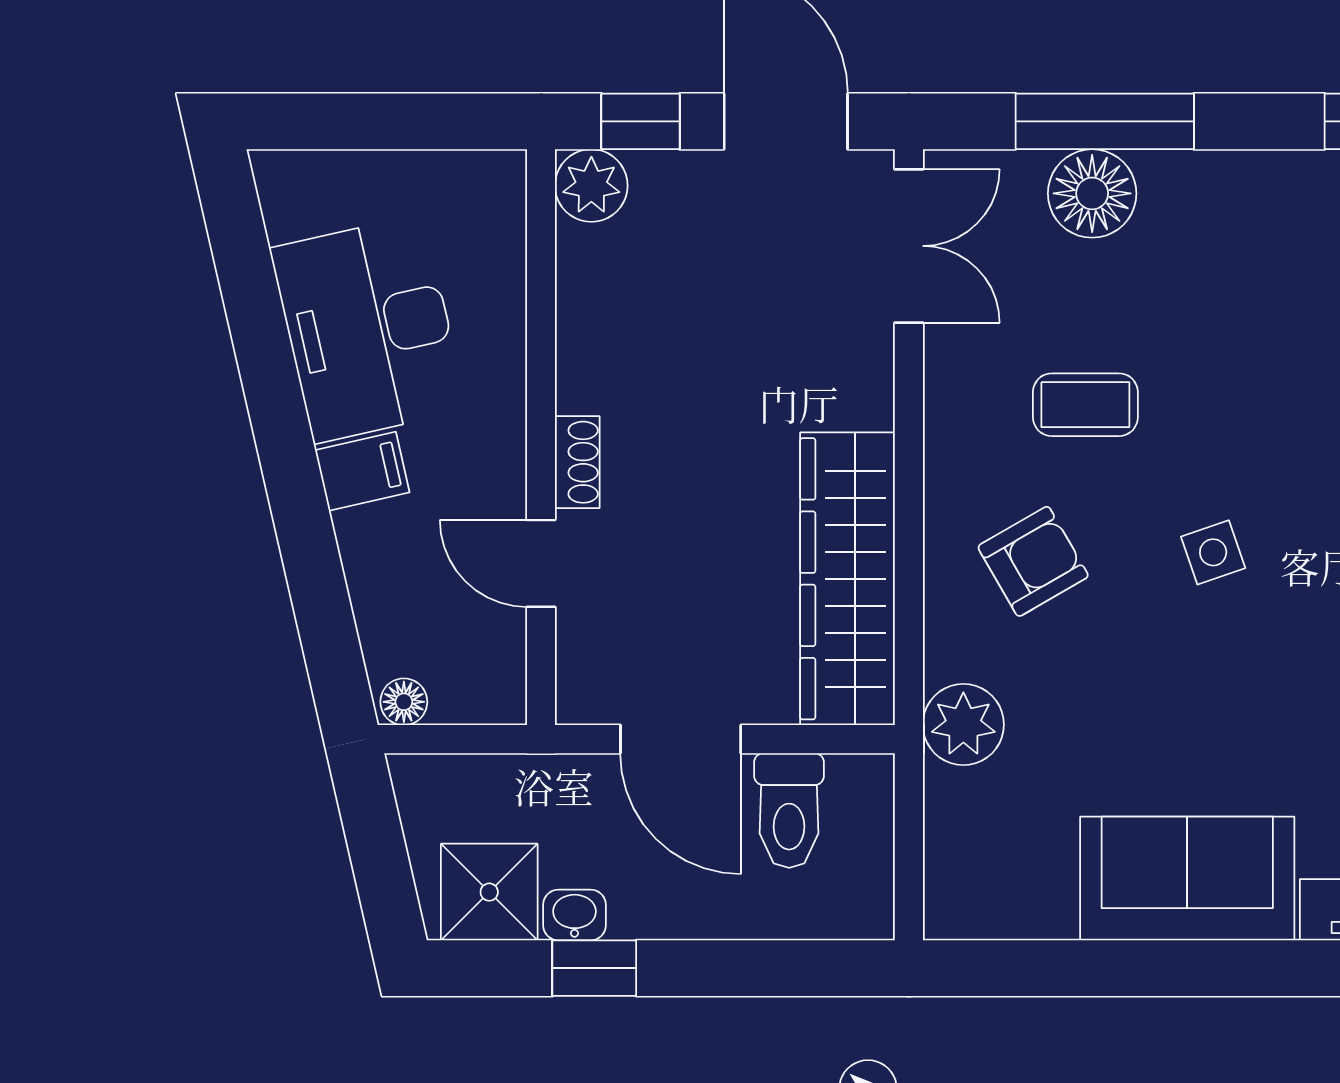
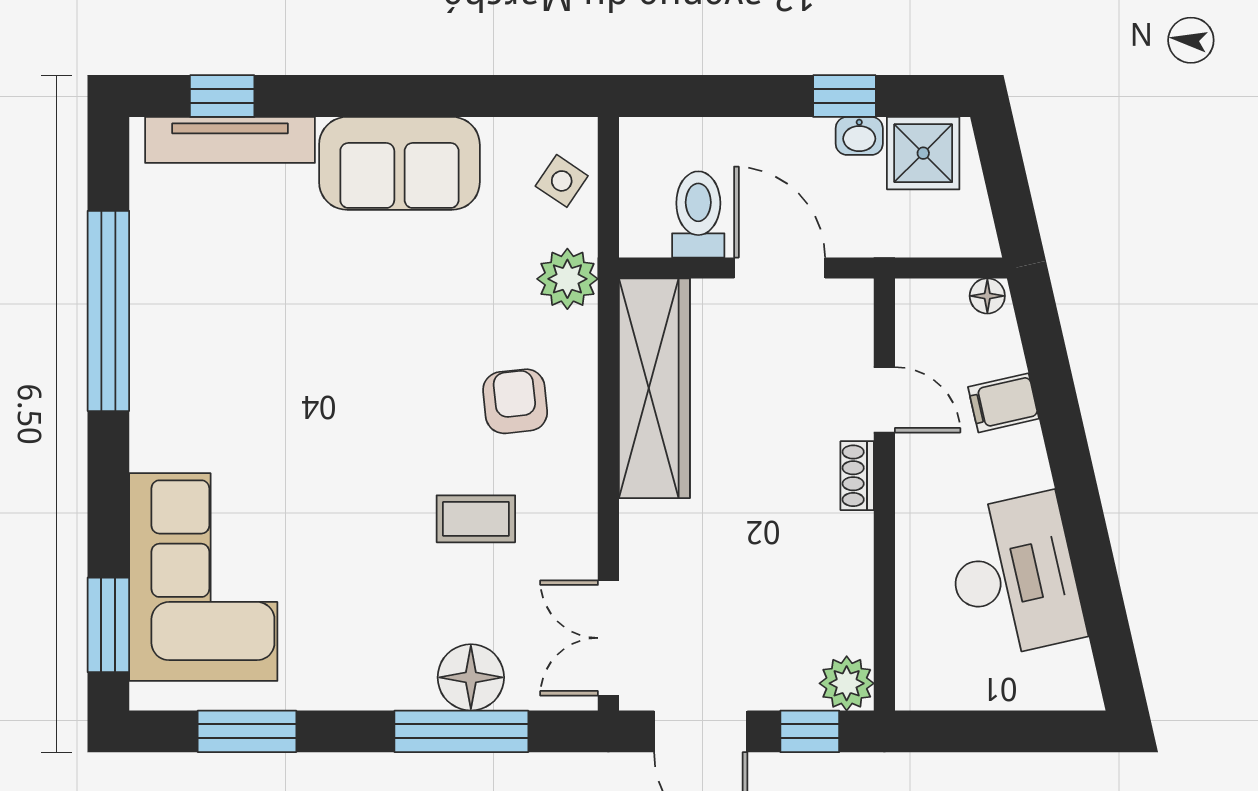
filing cabinet: (362, 471) -> (1003, 403), moved
side table: (1213, 552) -> (562, 181), moved, turned -37
armchair: (1033, 561) -> (515, 401), turned 114

